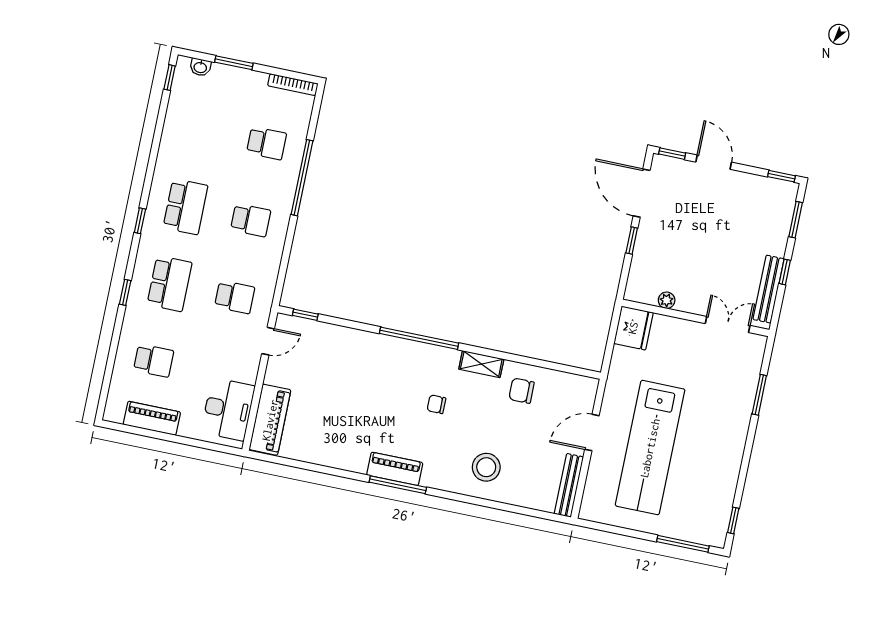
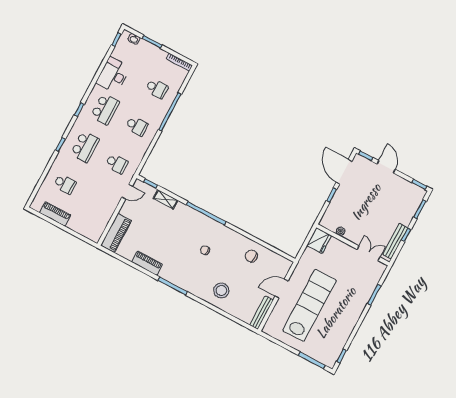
shelving: (481, 364) -> (166, 199), moved
desk: (228, 409) -> (113, 75), moved, turned 180
lab bench: (650, 448) -> (309, 305), turned 180
piano: (395, 469) -> (147, 263), moved

